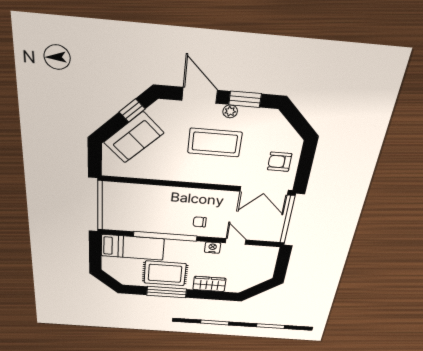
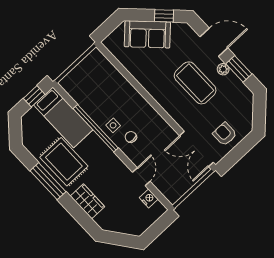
door: (200, 95) -> (214, 42), hinge flipped
side table: (177, 225) -> (113, 125), added
nightstand: (213, 248) -> (149, 198), moved
window: (95, 250) -> (34, 96), added

